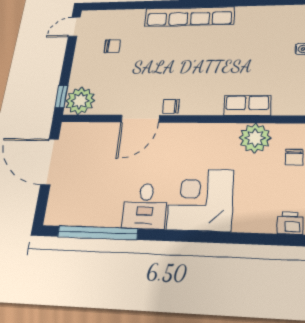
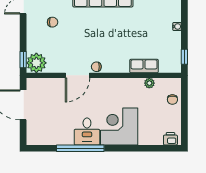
plant: (255, 138) -> (149, 83), width x0.53, depth x0.53
window: (98, 233) -> (80, 148), moved

